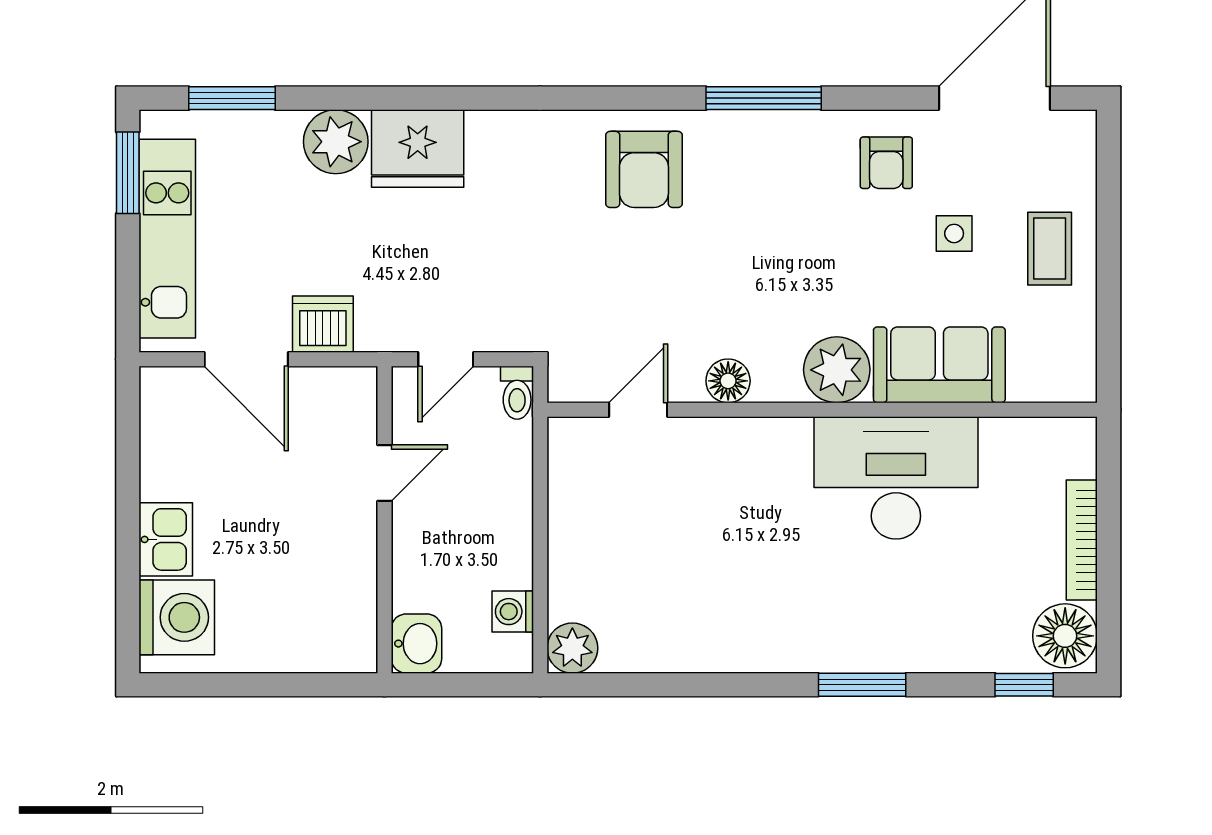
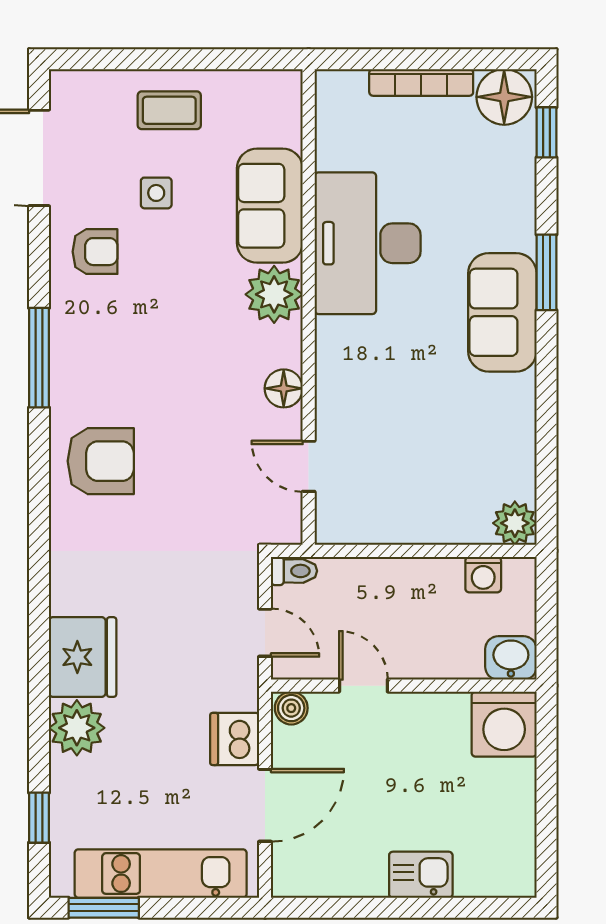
window: (232, 98) -> (39, 818), width x0.67
boiler: (359, 390) -> (291, 708), added
washing machine: (177, 617) -> (504, 724), moved, turned 180
sofa: (816, 634) -> (502, 312), added

